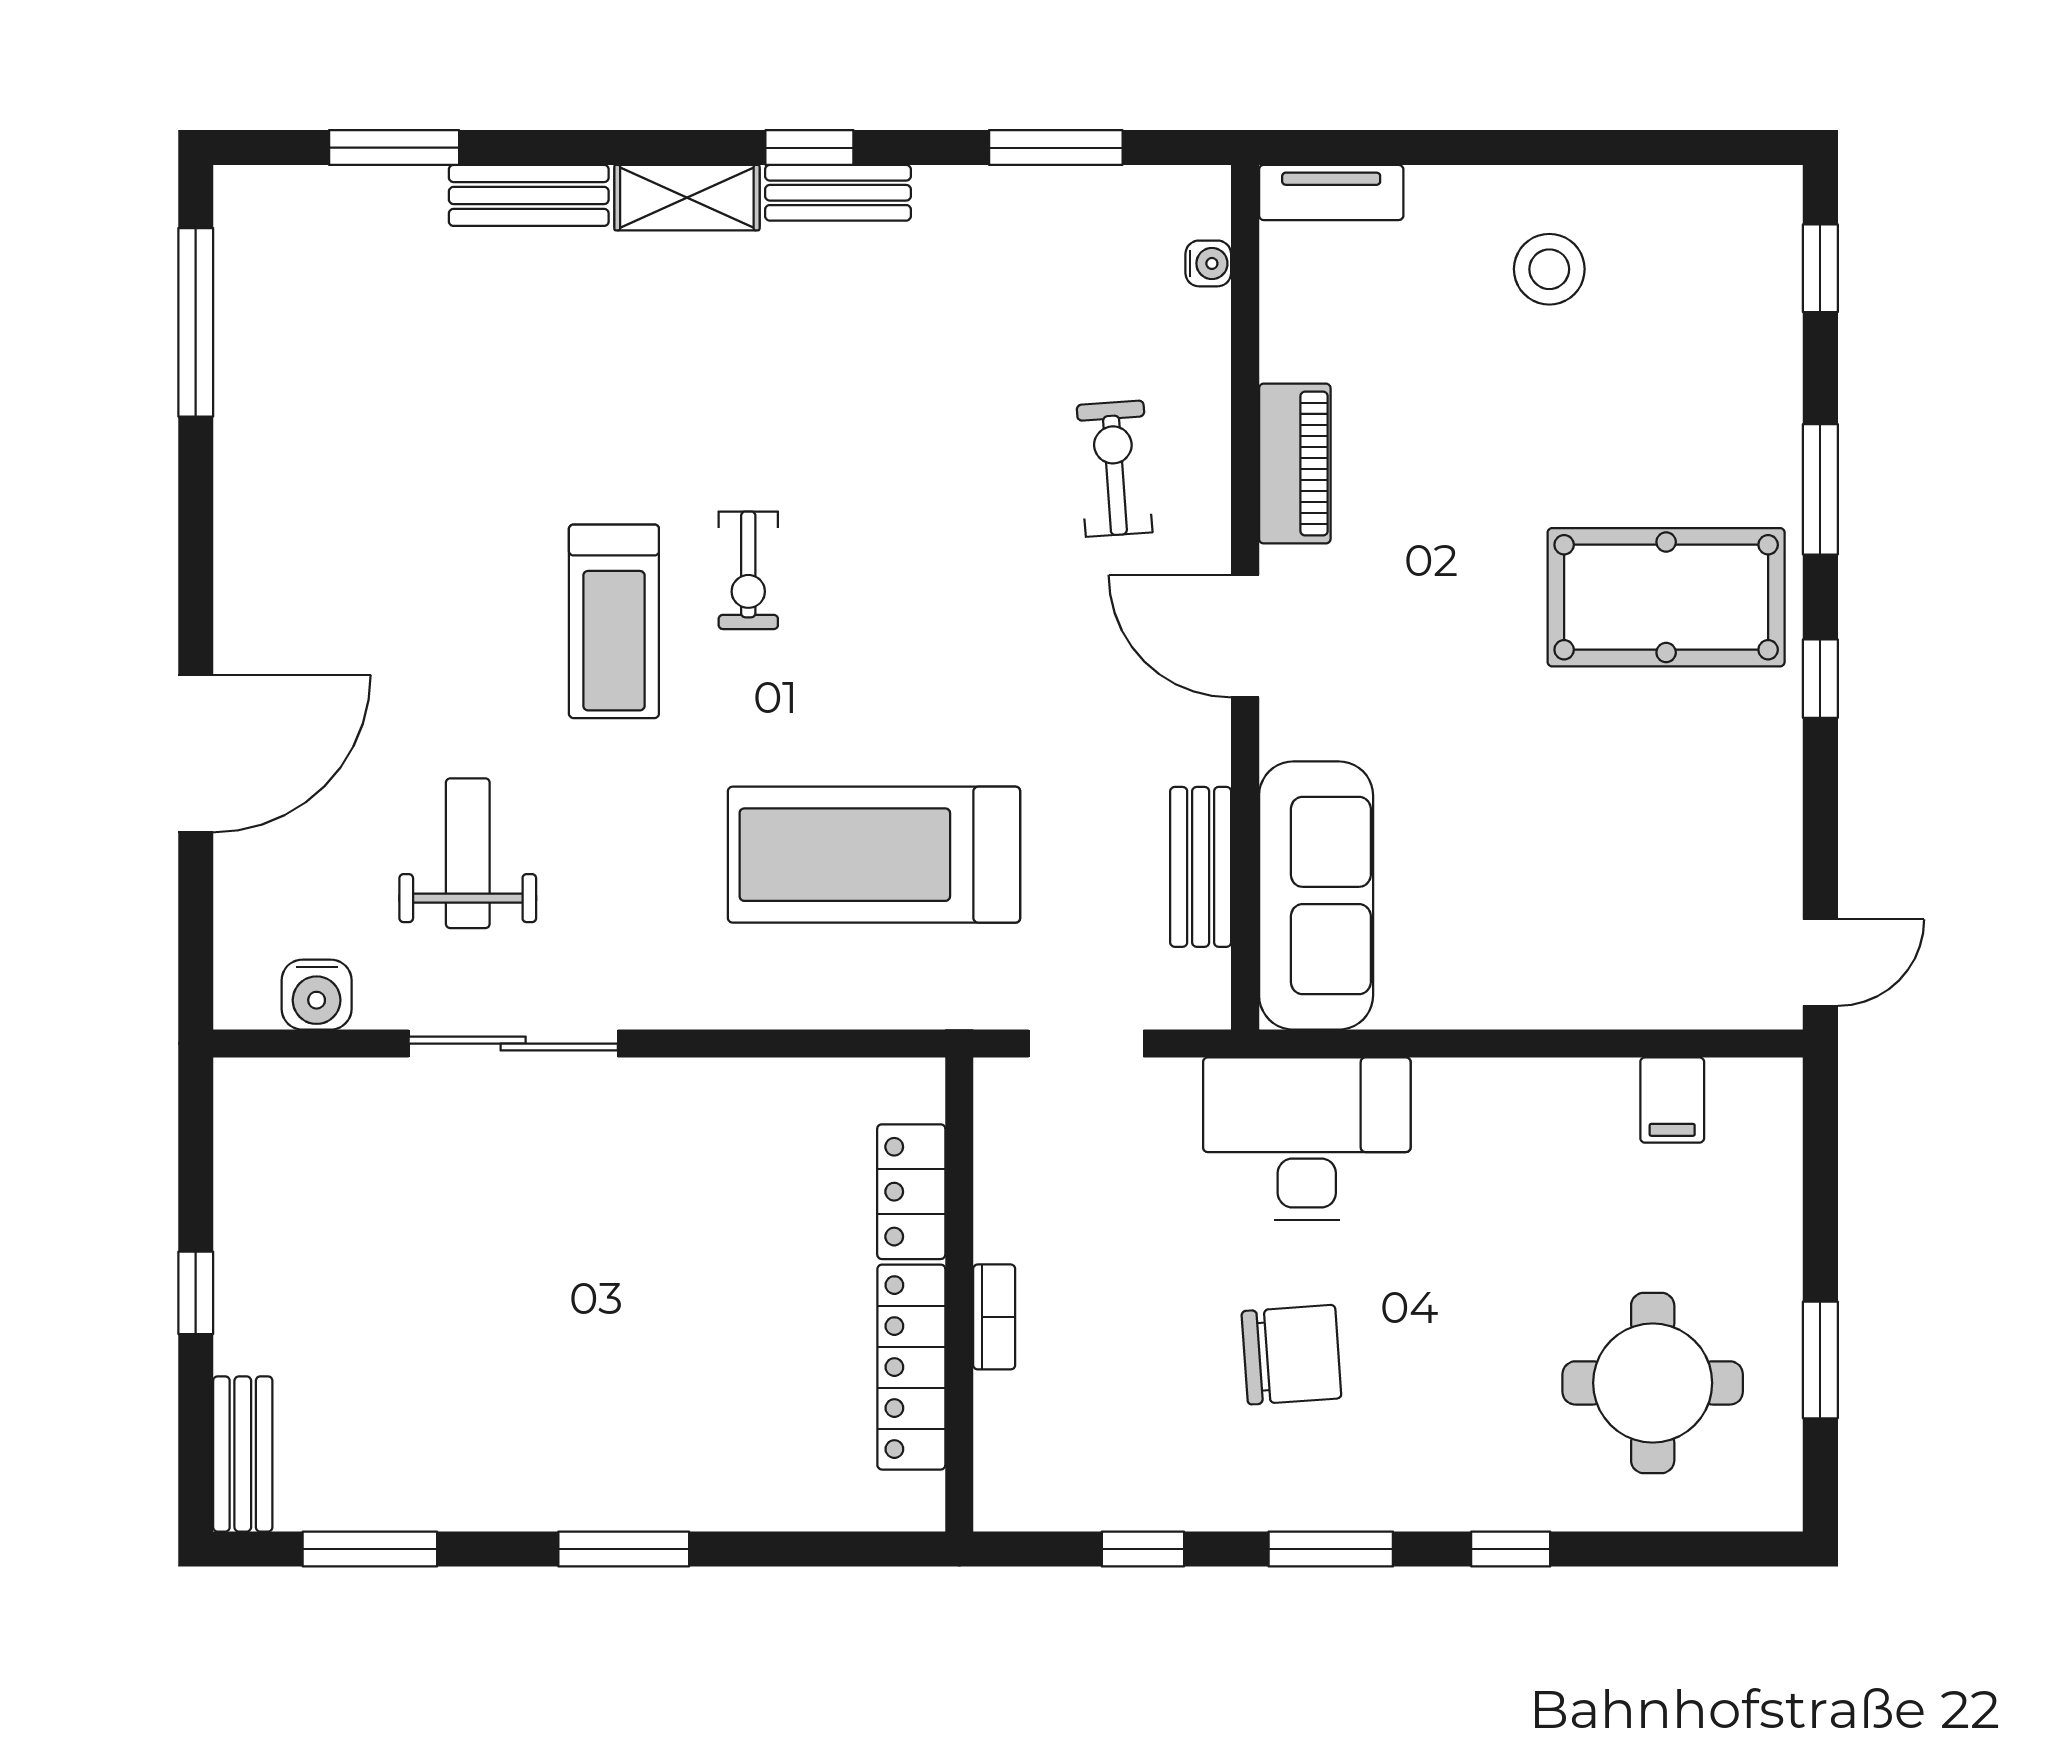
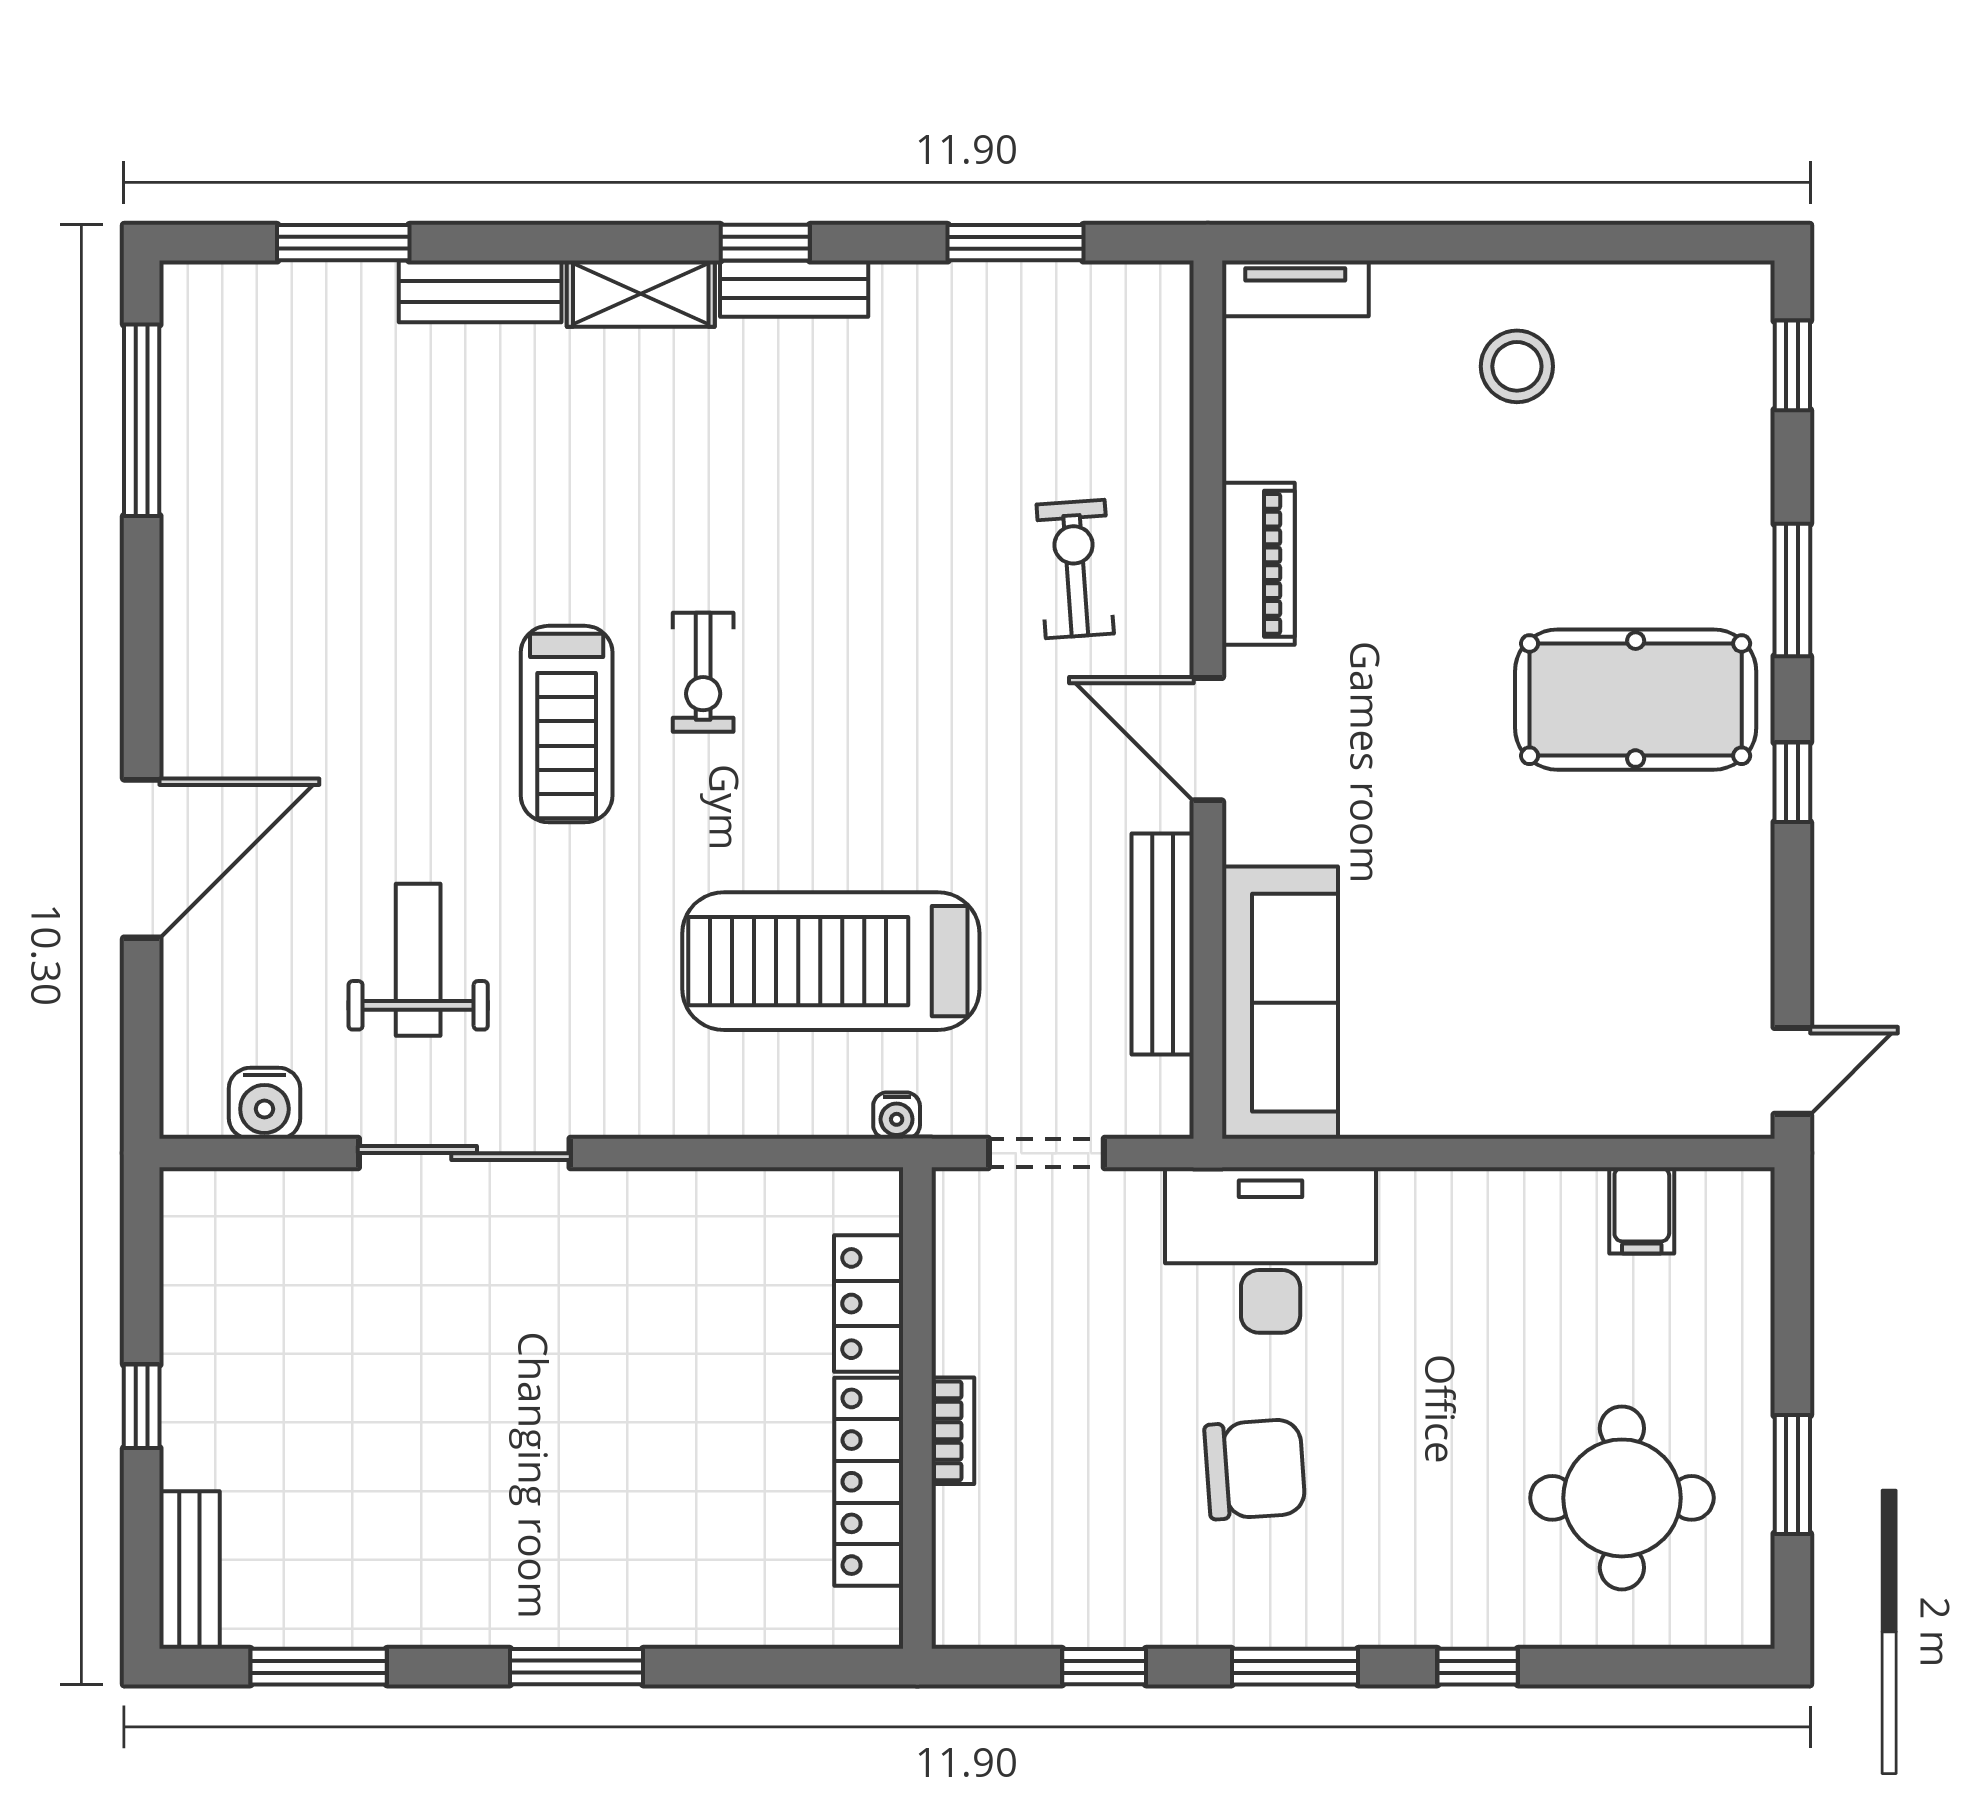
water cooler: (1208, 263) -> (897, 1116), moved, turned 90
bench: (1201, 867) -> (1163, 944), width x1.36

